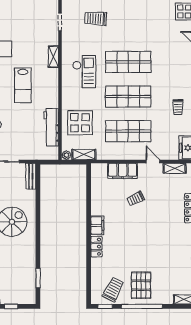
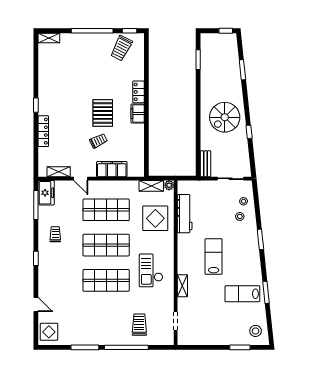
trolley: (96, 19) -> (139, 325), turned -93
pallet: (141, 285) -> (103, 113), moved

